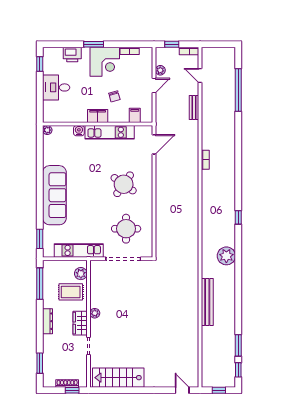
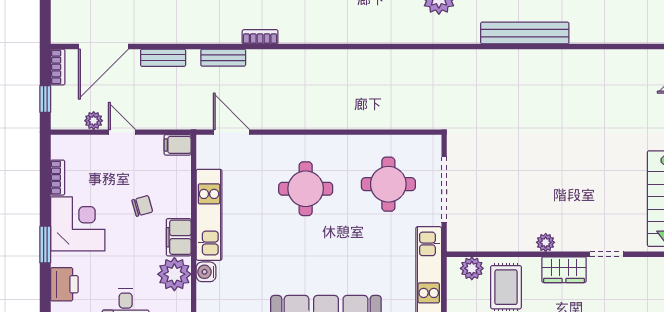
door: (200, 76) -> (103, 47), width x1.87
plant: (78, 114) -> (174, 274), added
filing cabinet: (135, 115) -> (178, 145), moved
bench: (194, 140) -> (223, 58), added
round table: (124, 184) -> (306, 189), turned -35

